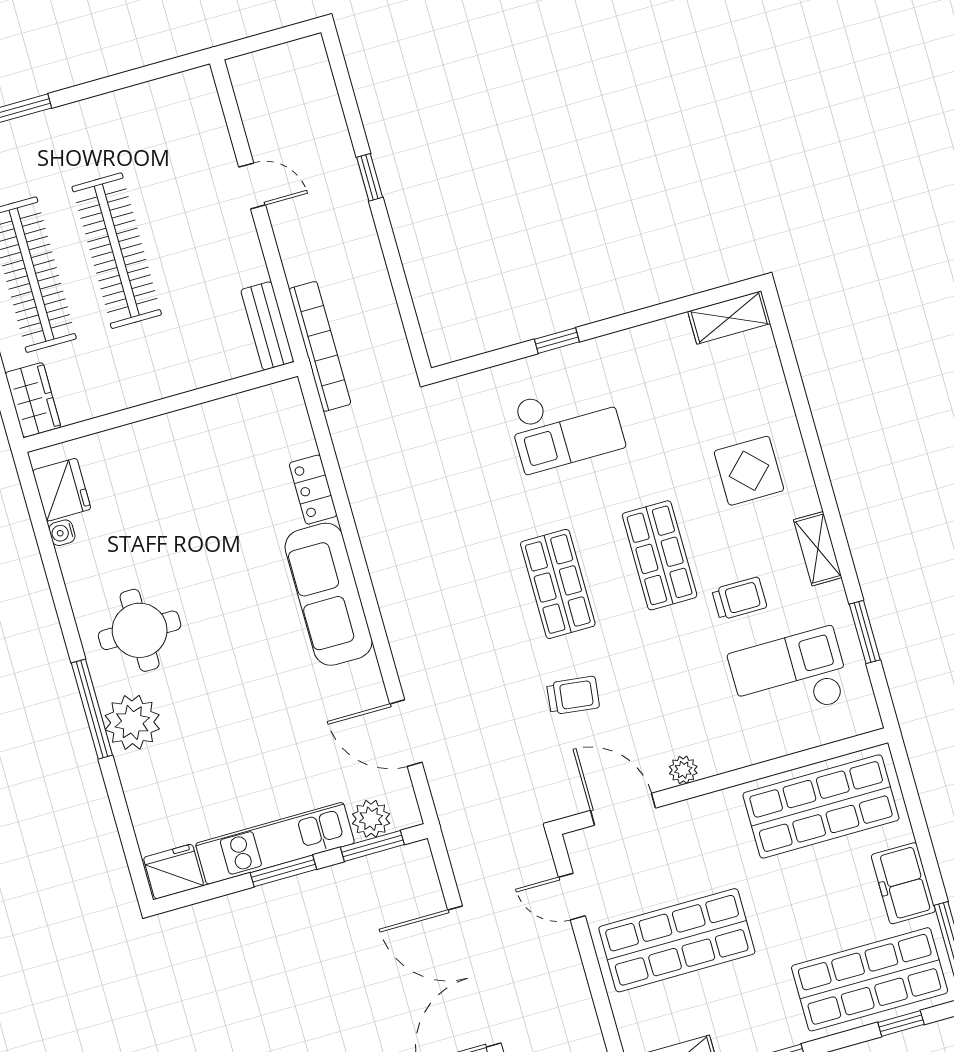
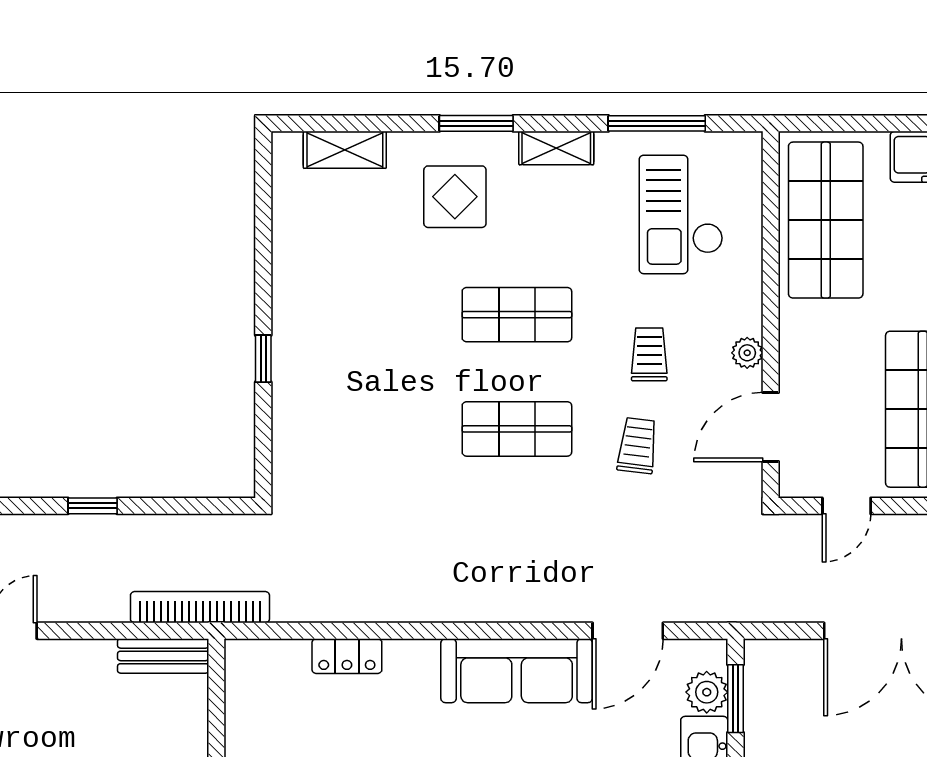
window: (370, 177) -> (93, 506), moved
shelving: (729, 318) -> (345, 150), moved, turned 90
checkout: (566, 426) -> (355, 374), removed
window: (820, 471) -> (476, 123), added
sofa: (329, 594) -> (517, 671), moved
trolley: (739, 599) -> (649, 354), moved
window: (865, 632) -> (657, 123), width x1.44

